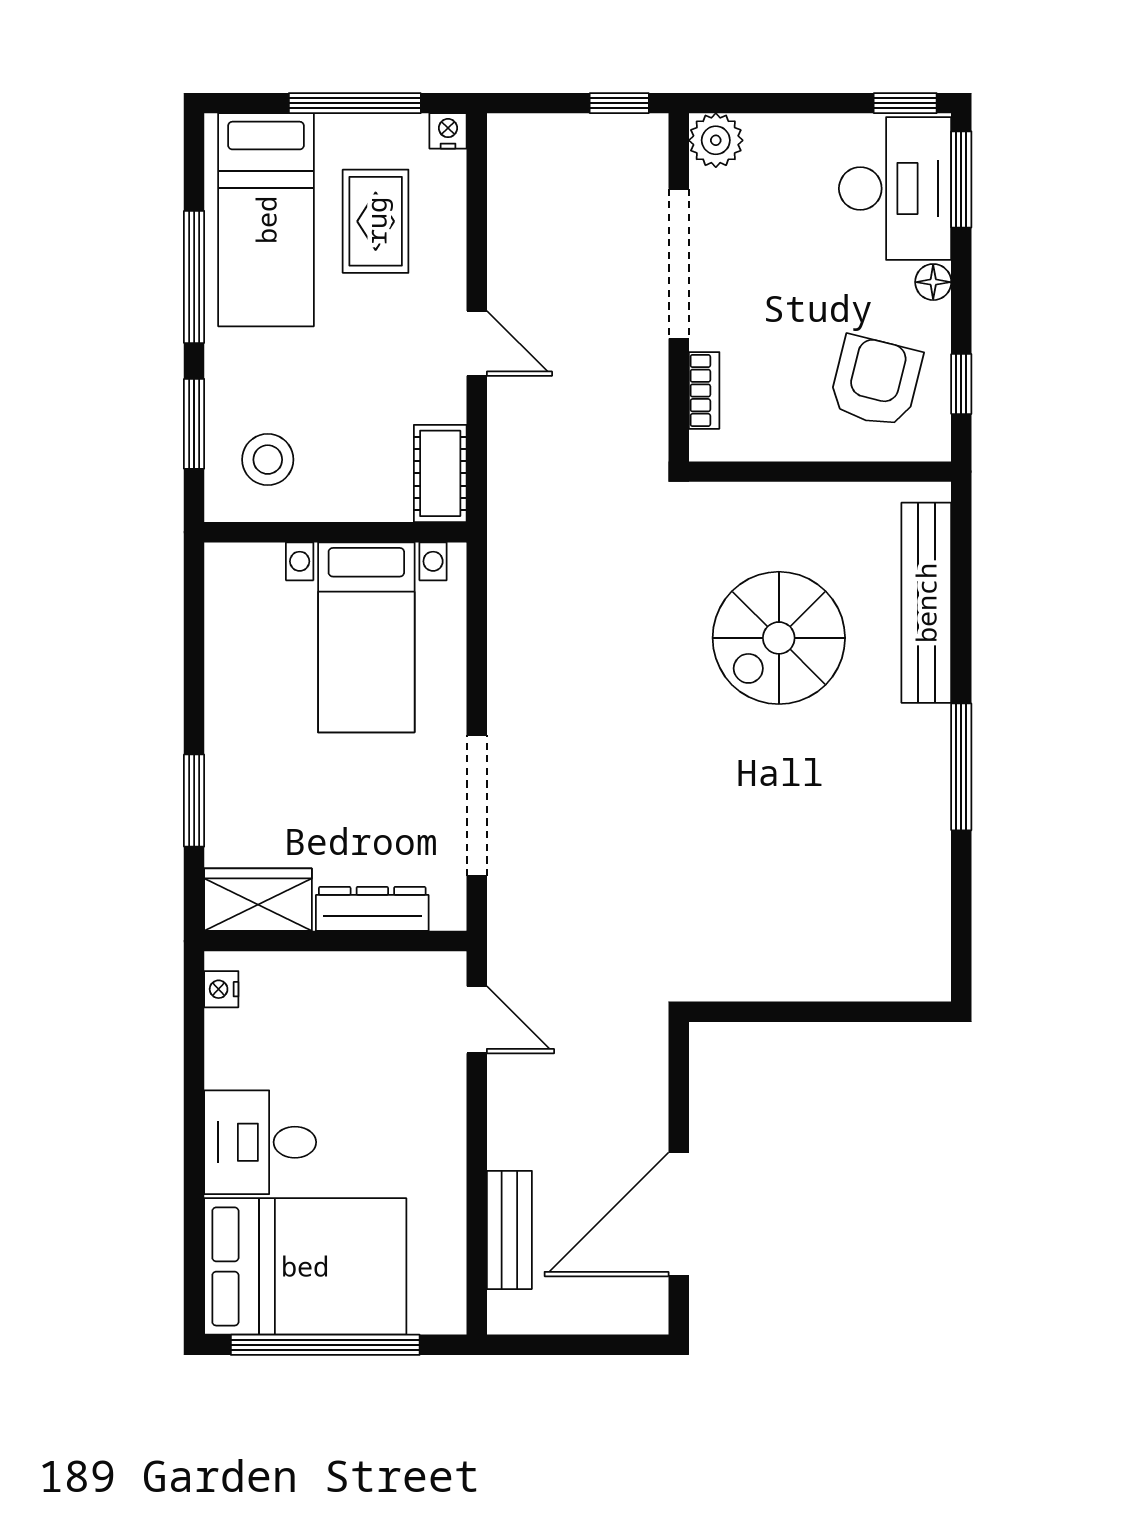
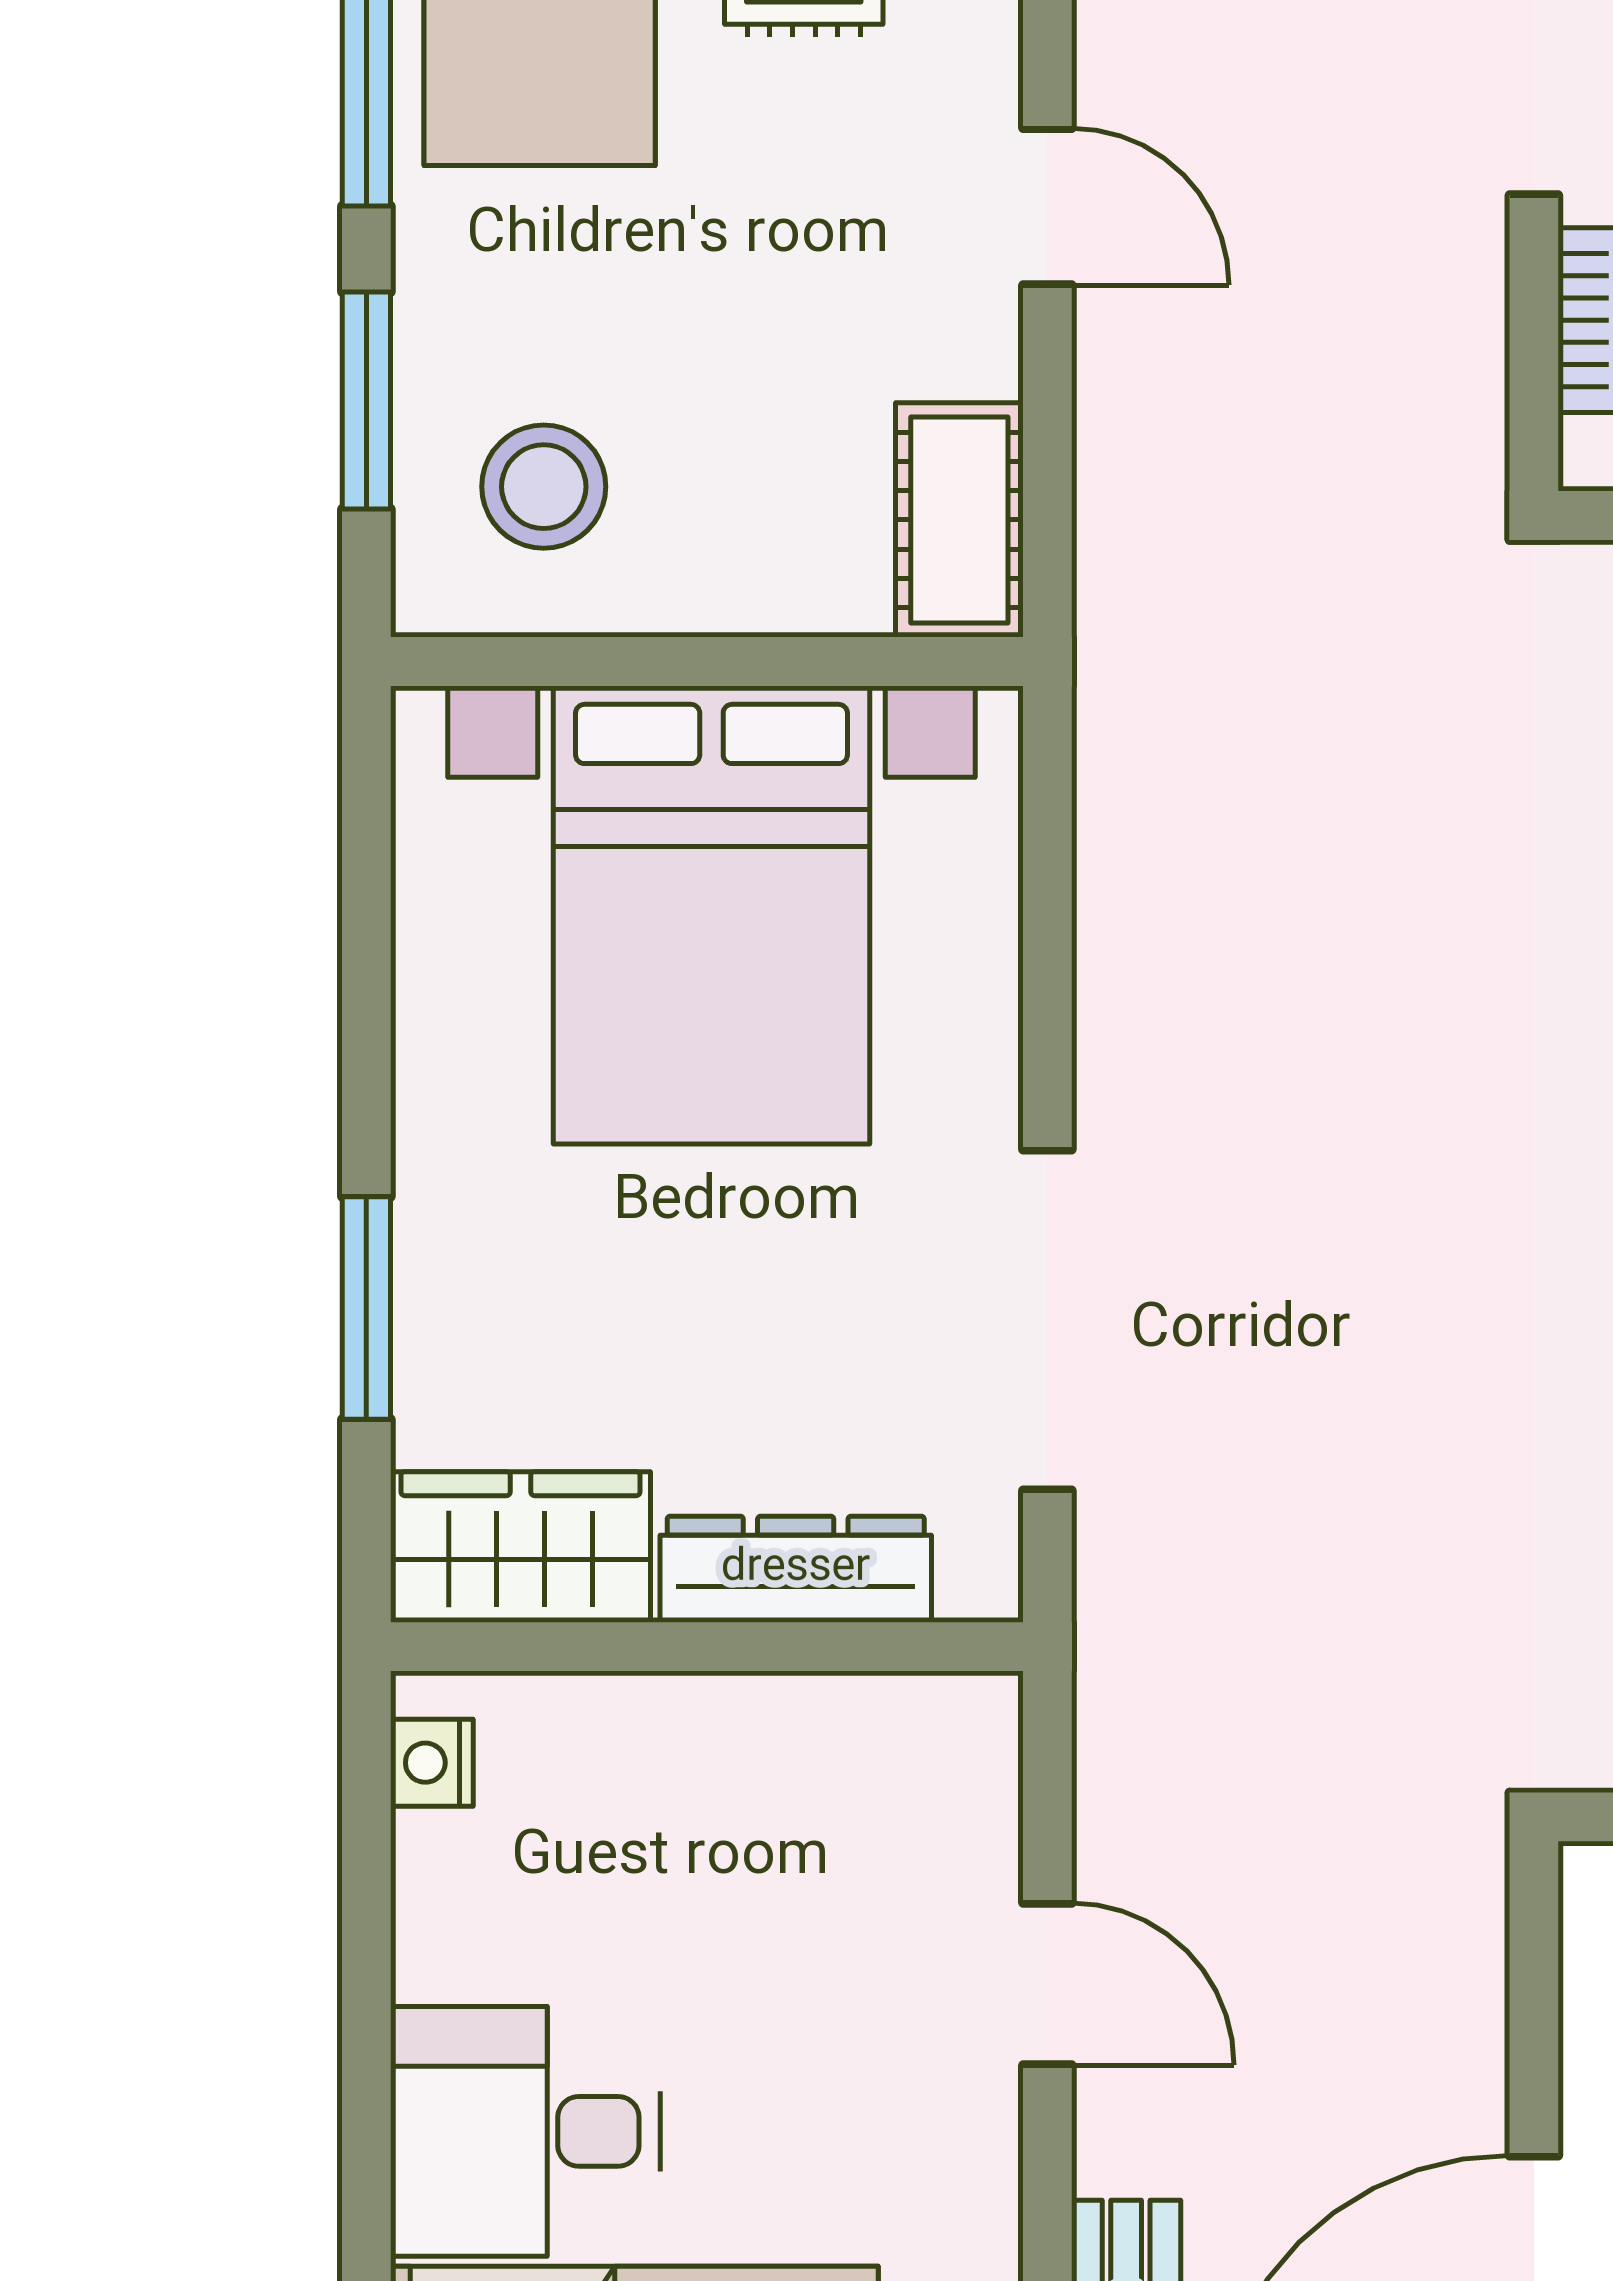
bed with nightstands: (366, 637) -> (711, 915), width x1.36
door: (477, 1020) -> (1047, 1984), moved

